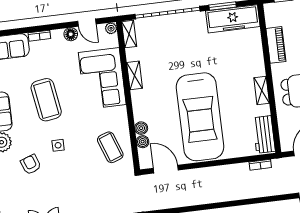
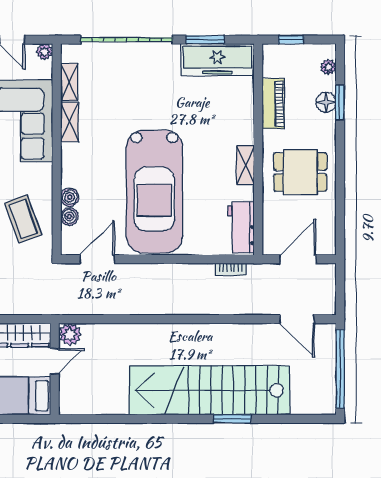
shelving: (129, 34) -> (69, 82), moved
door: (166, 169) -> (97, 259), hinge flipped

